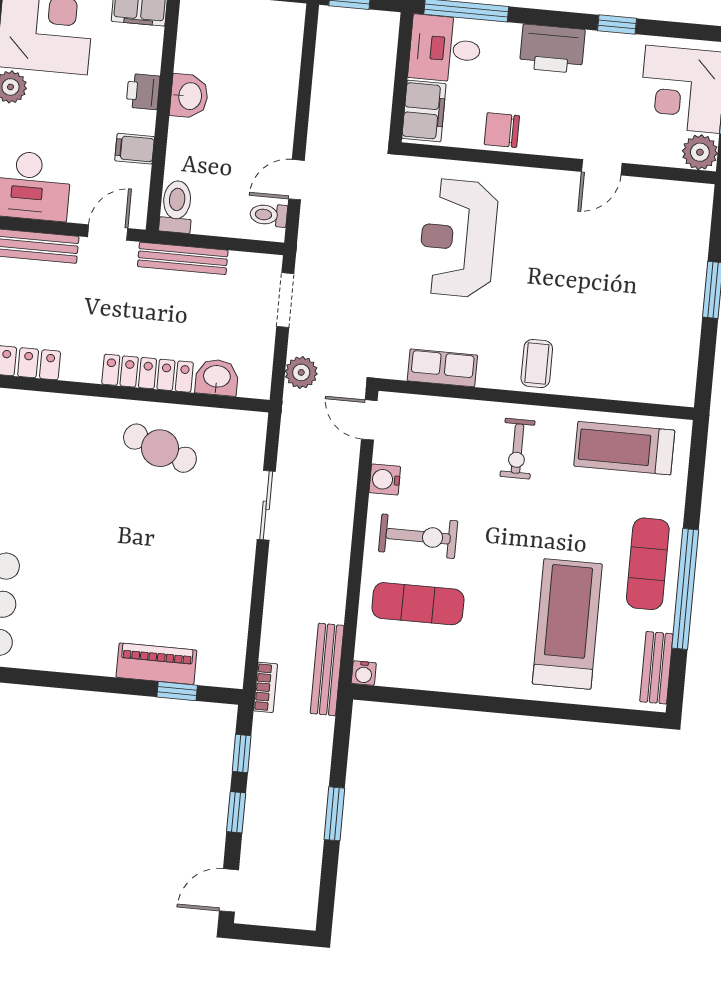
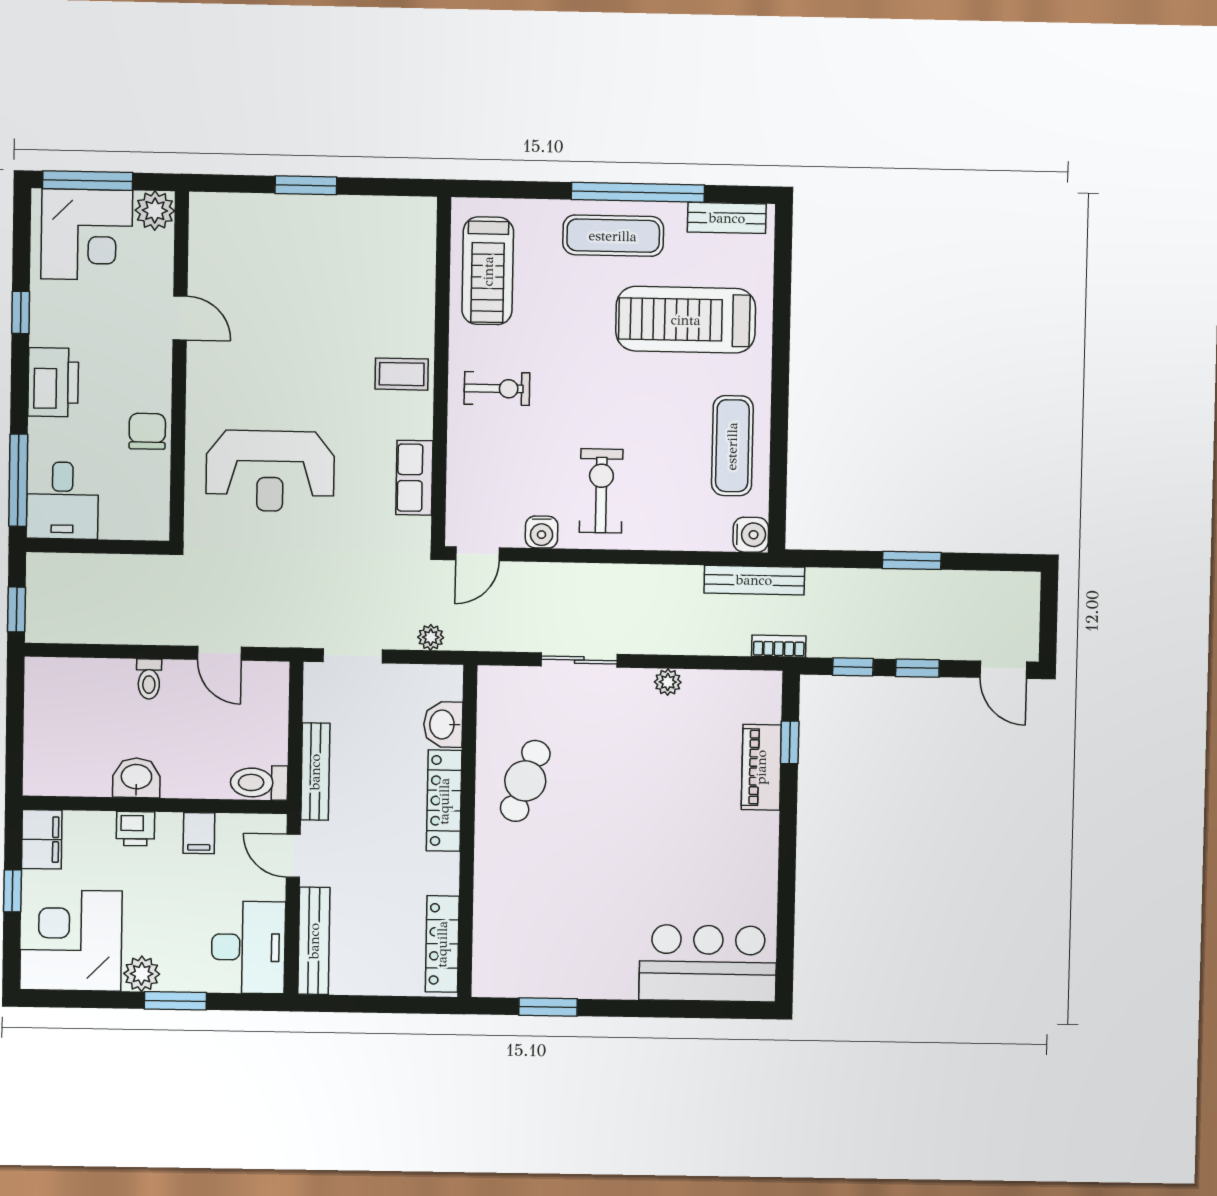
filing cabinet: (424, 111) -> (133, 519), removed
chair: (502, 130) -> (147, 431), turned 180
toilet: (269, 215) -> (149, 679), moved
plant: (301, 372) -> (431, 637), width x0.73, depth x0.73
plant: (240, 584) -> (668, 682), added
exercise mat: (418, 604) -> (732, 446), moved
water cooler: (364, 673) -> (751, 535), width x1.38, depth x1.38

